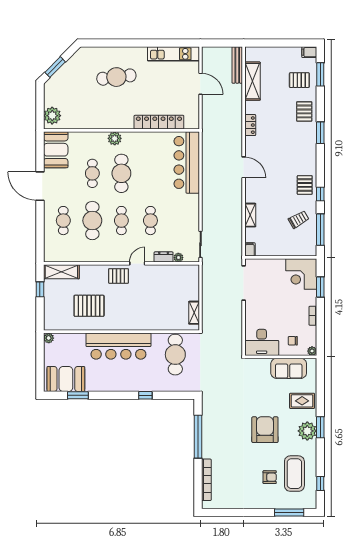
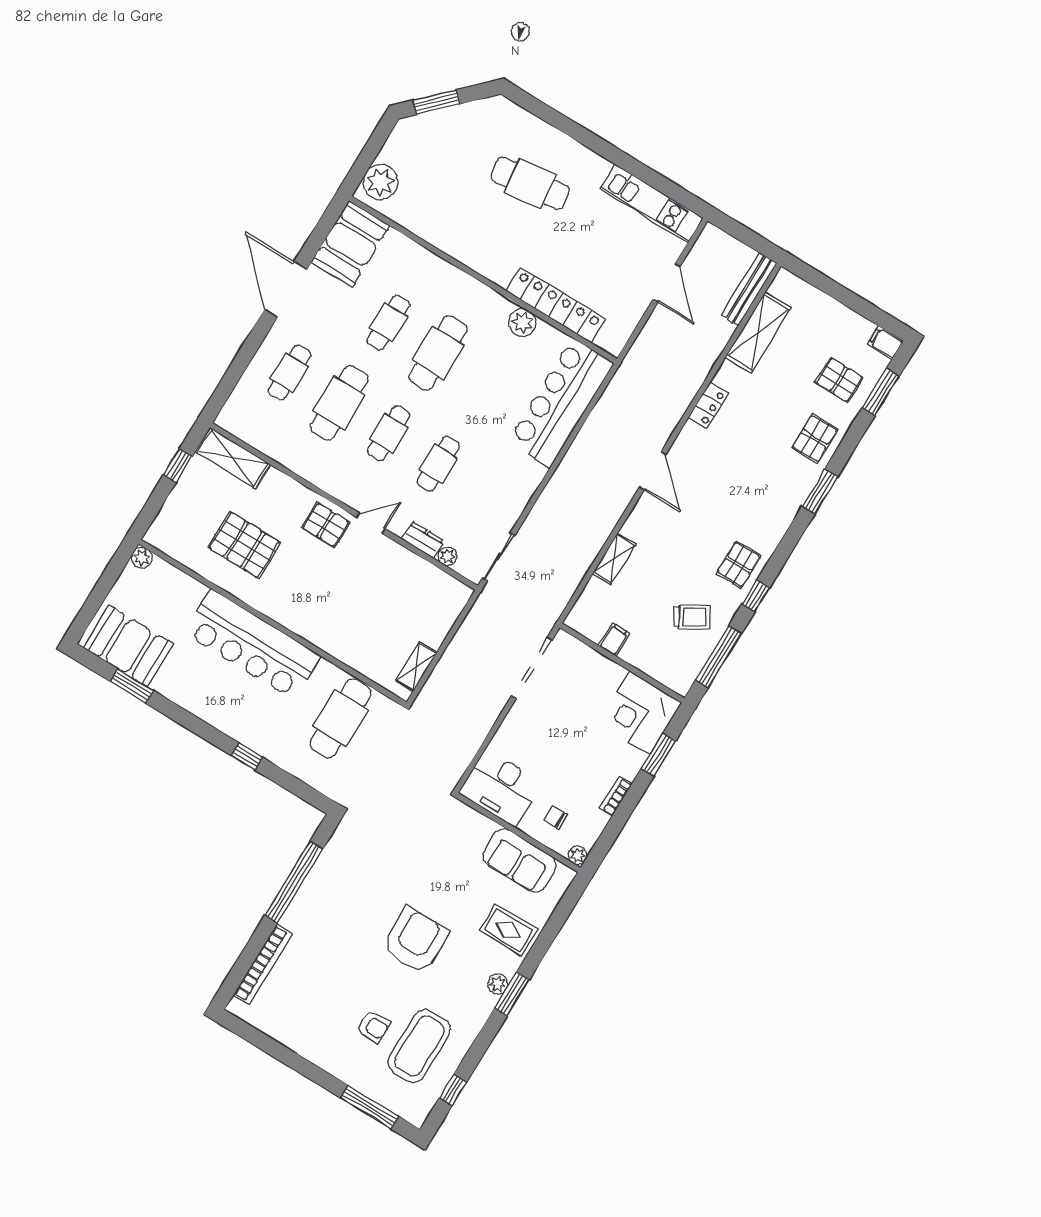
plant: (115, 138) -> (522, 323), moved
filing cabinet: (250, 249) -> (614, 639), moved
plant: (307, 431) -> (498, 984), width x0.53, depth x0.53

